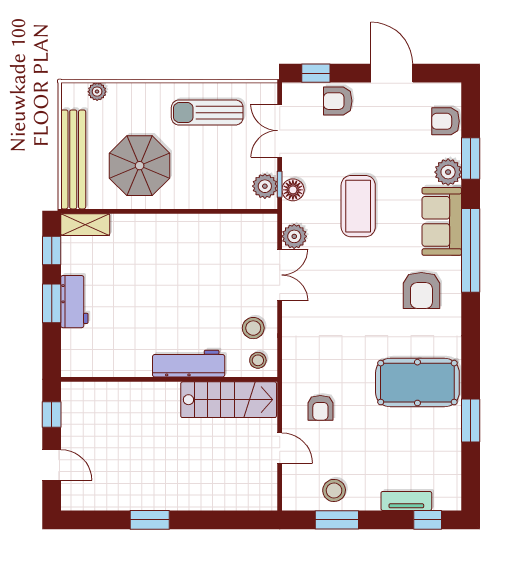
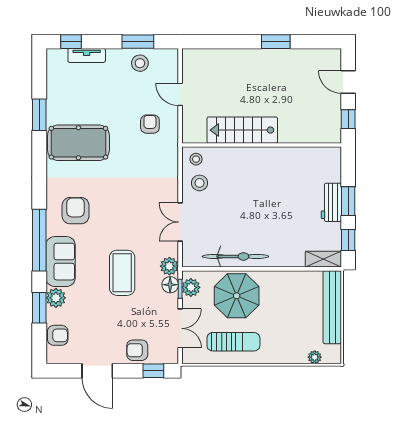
armchair: (338, 101) -> (137, 350), turned 180
parasol: (140, 166) -> (237, 296), moved
bicycle: (204, 228) -> (235, 256), added
plant: (294, 236) -> (169, 266), moved
workbench: (189, 364) -> (247, 157), removed
stairs: (229, 400) -> (242, 130), moved

